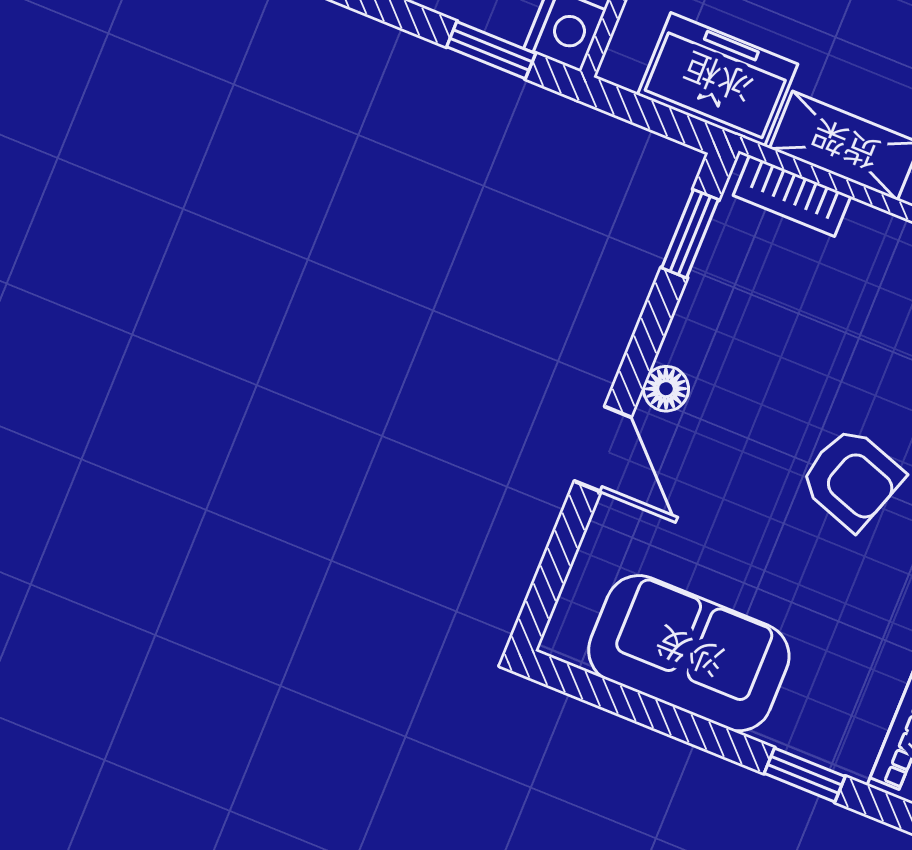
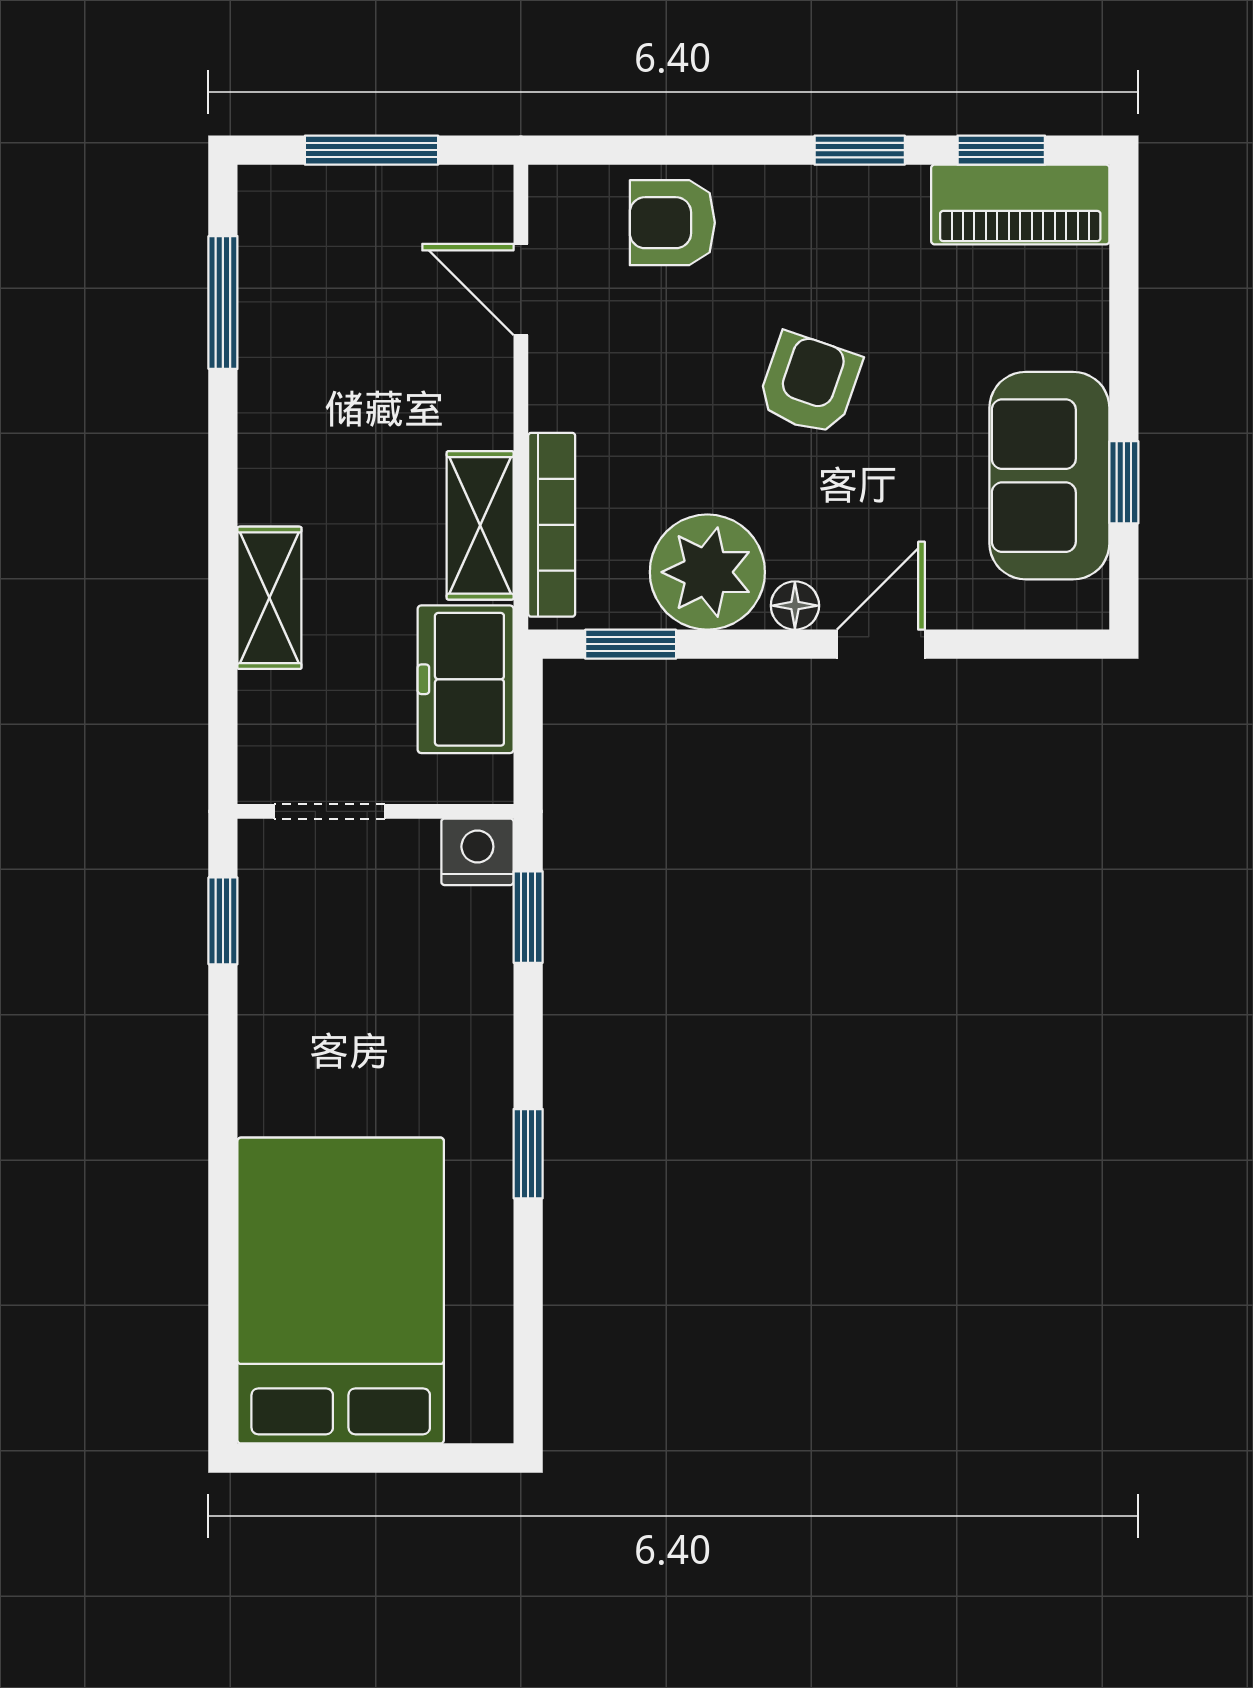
bookcase: (792, 196) -> (552, 525), width x1.56
plant: (725, 325) -> (707, 572), added
window: (805, 775) -> (1124, 482), moved

